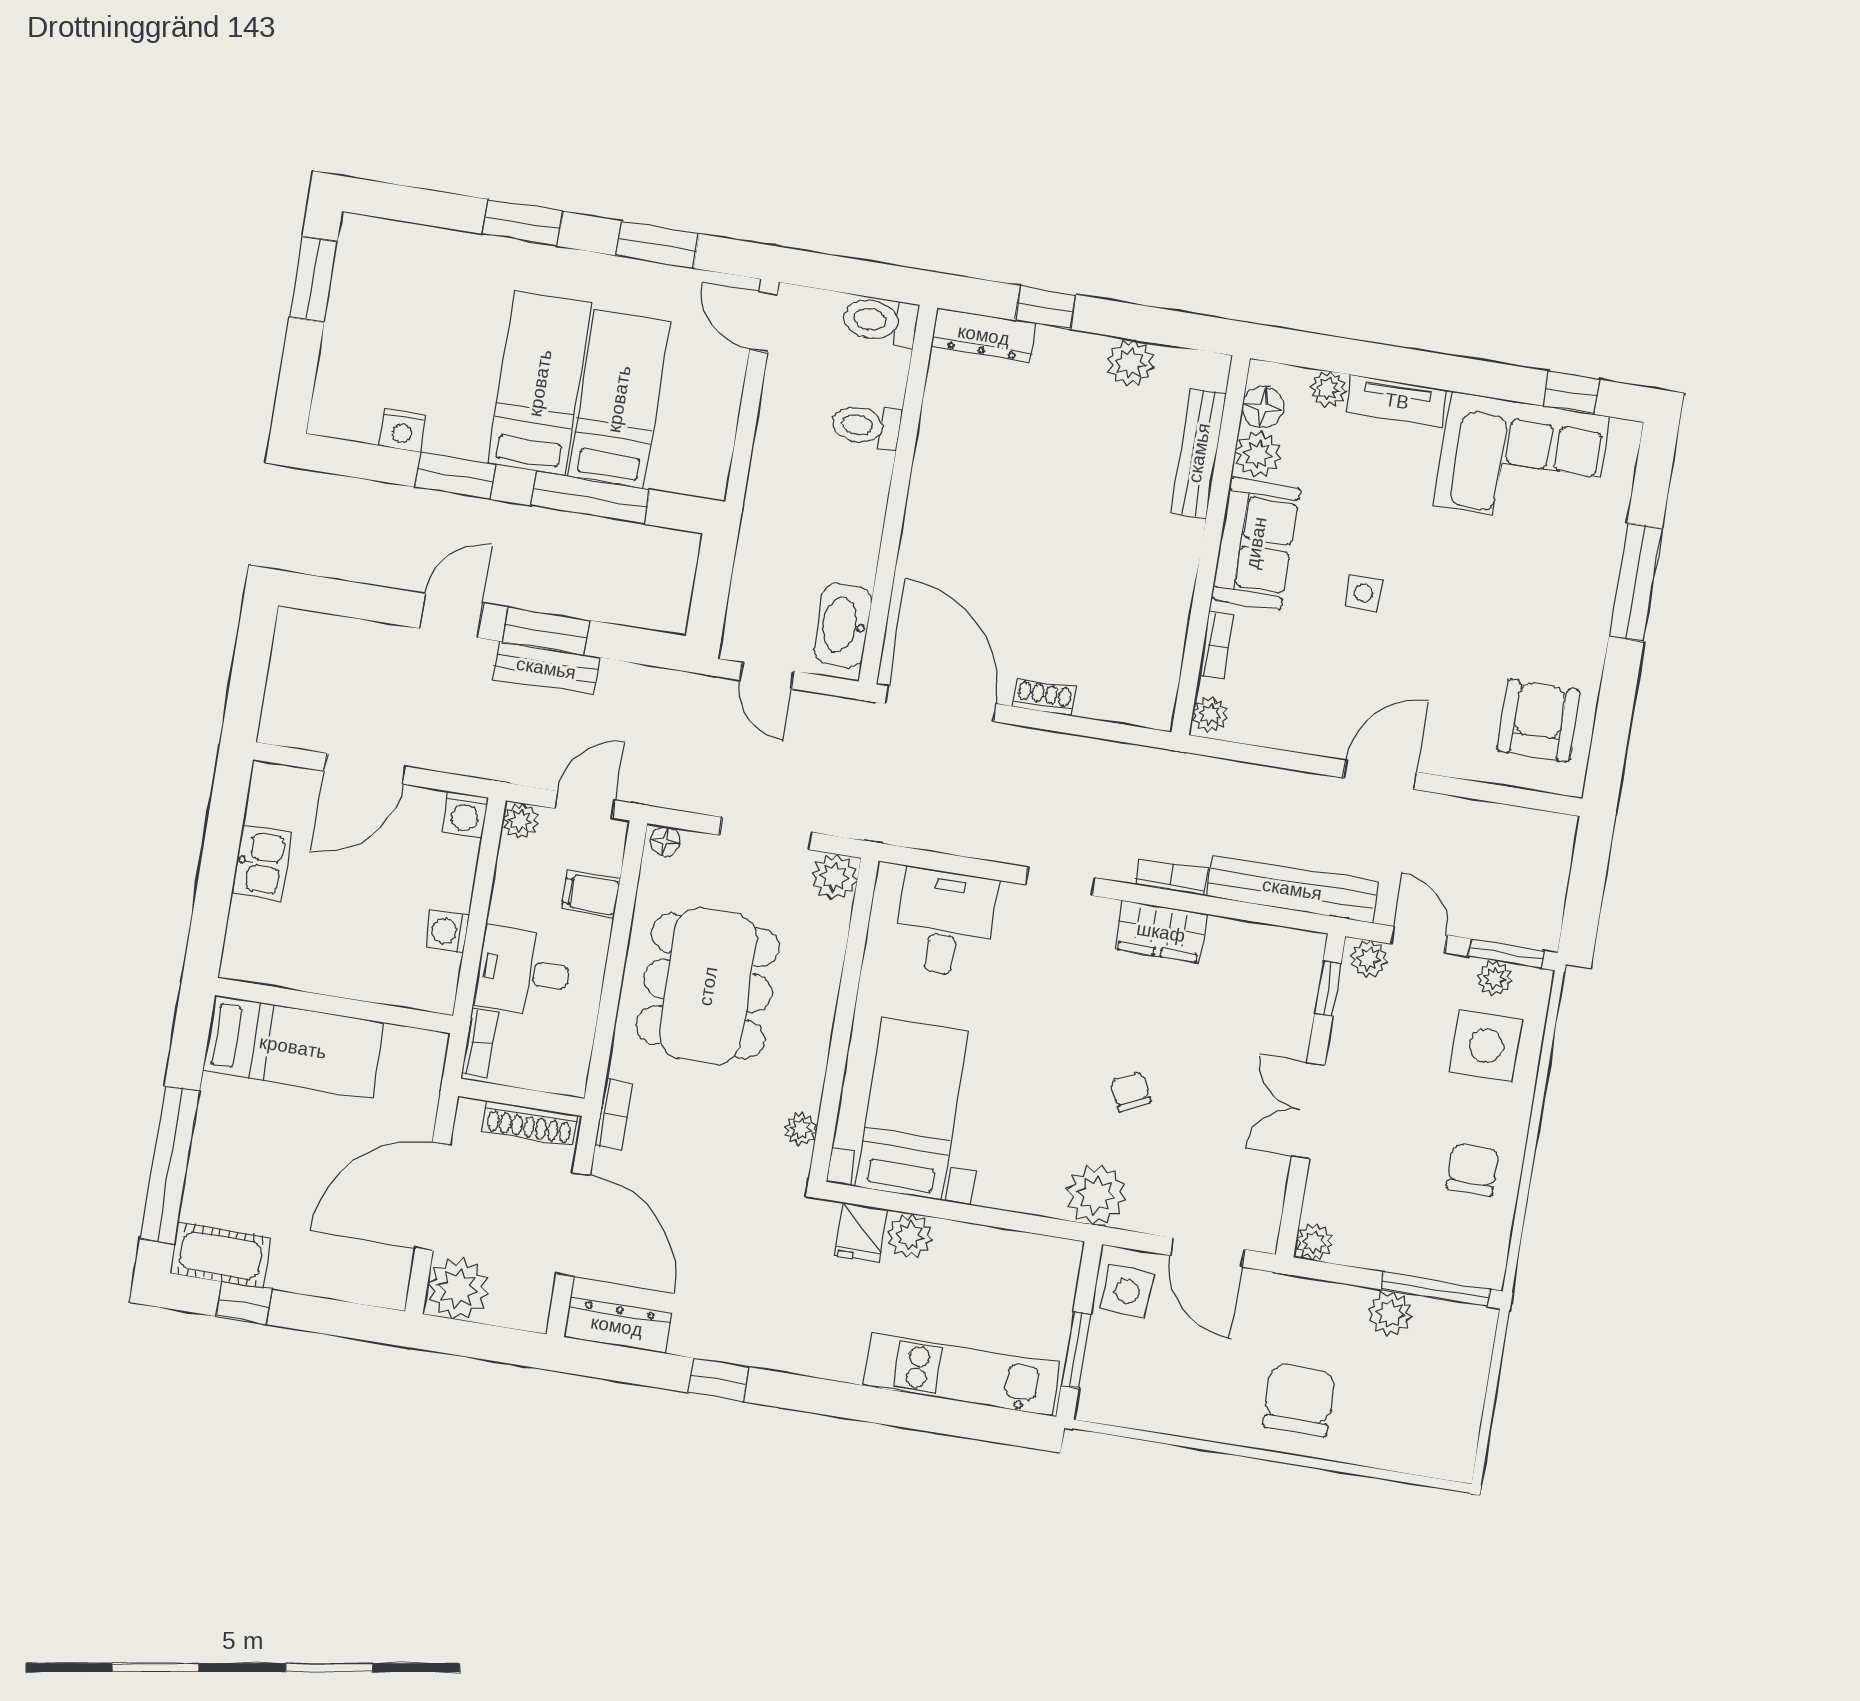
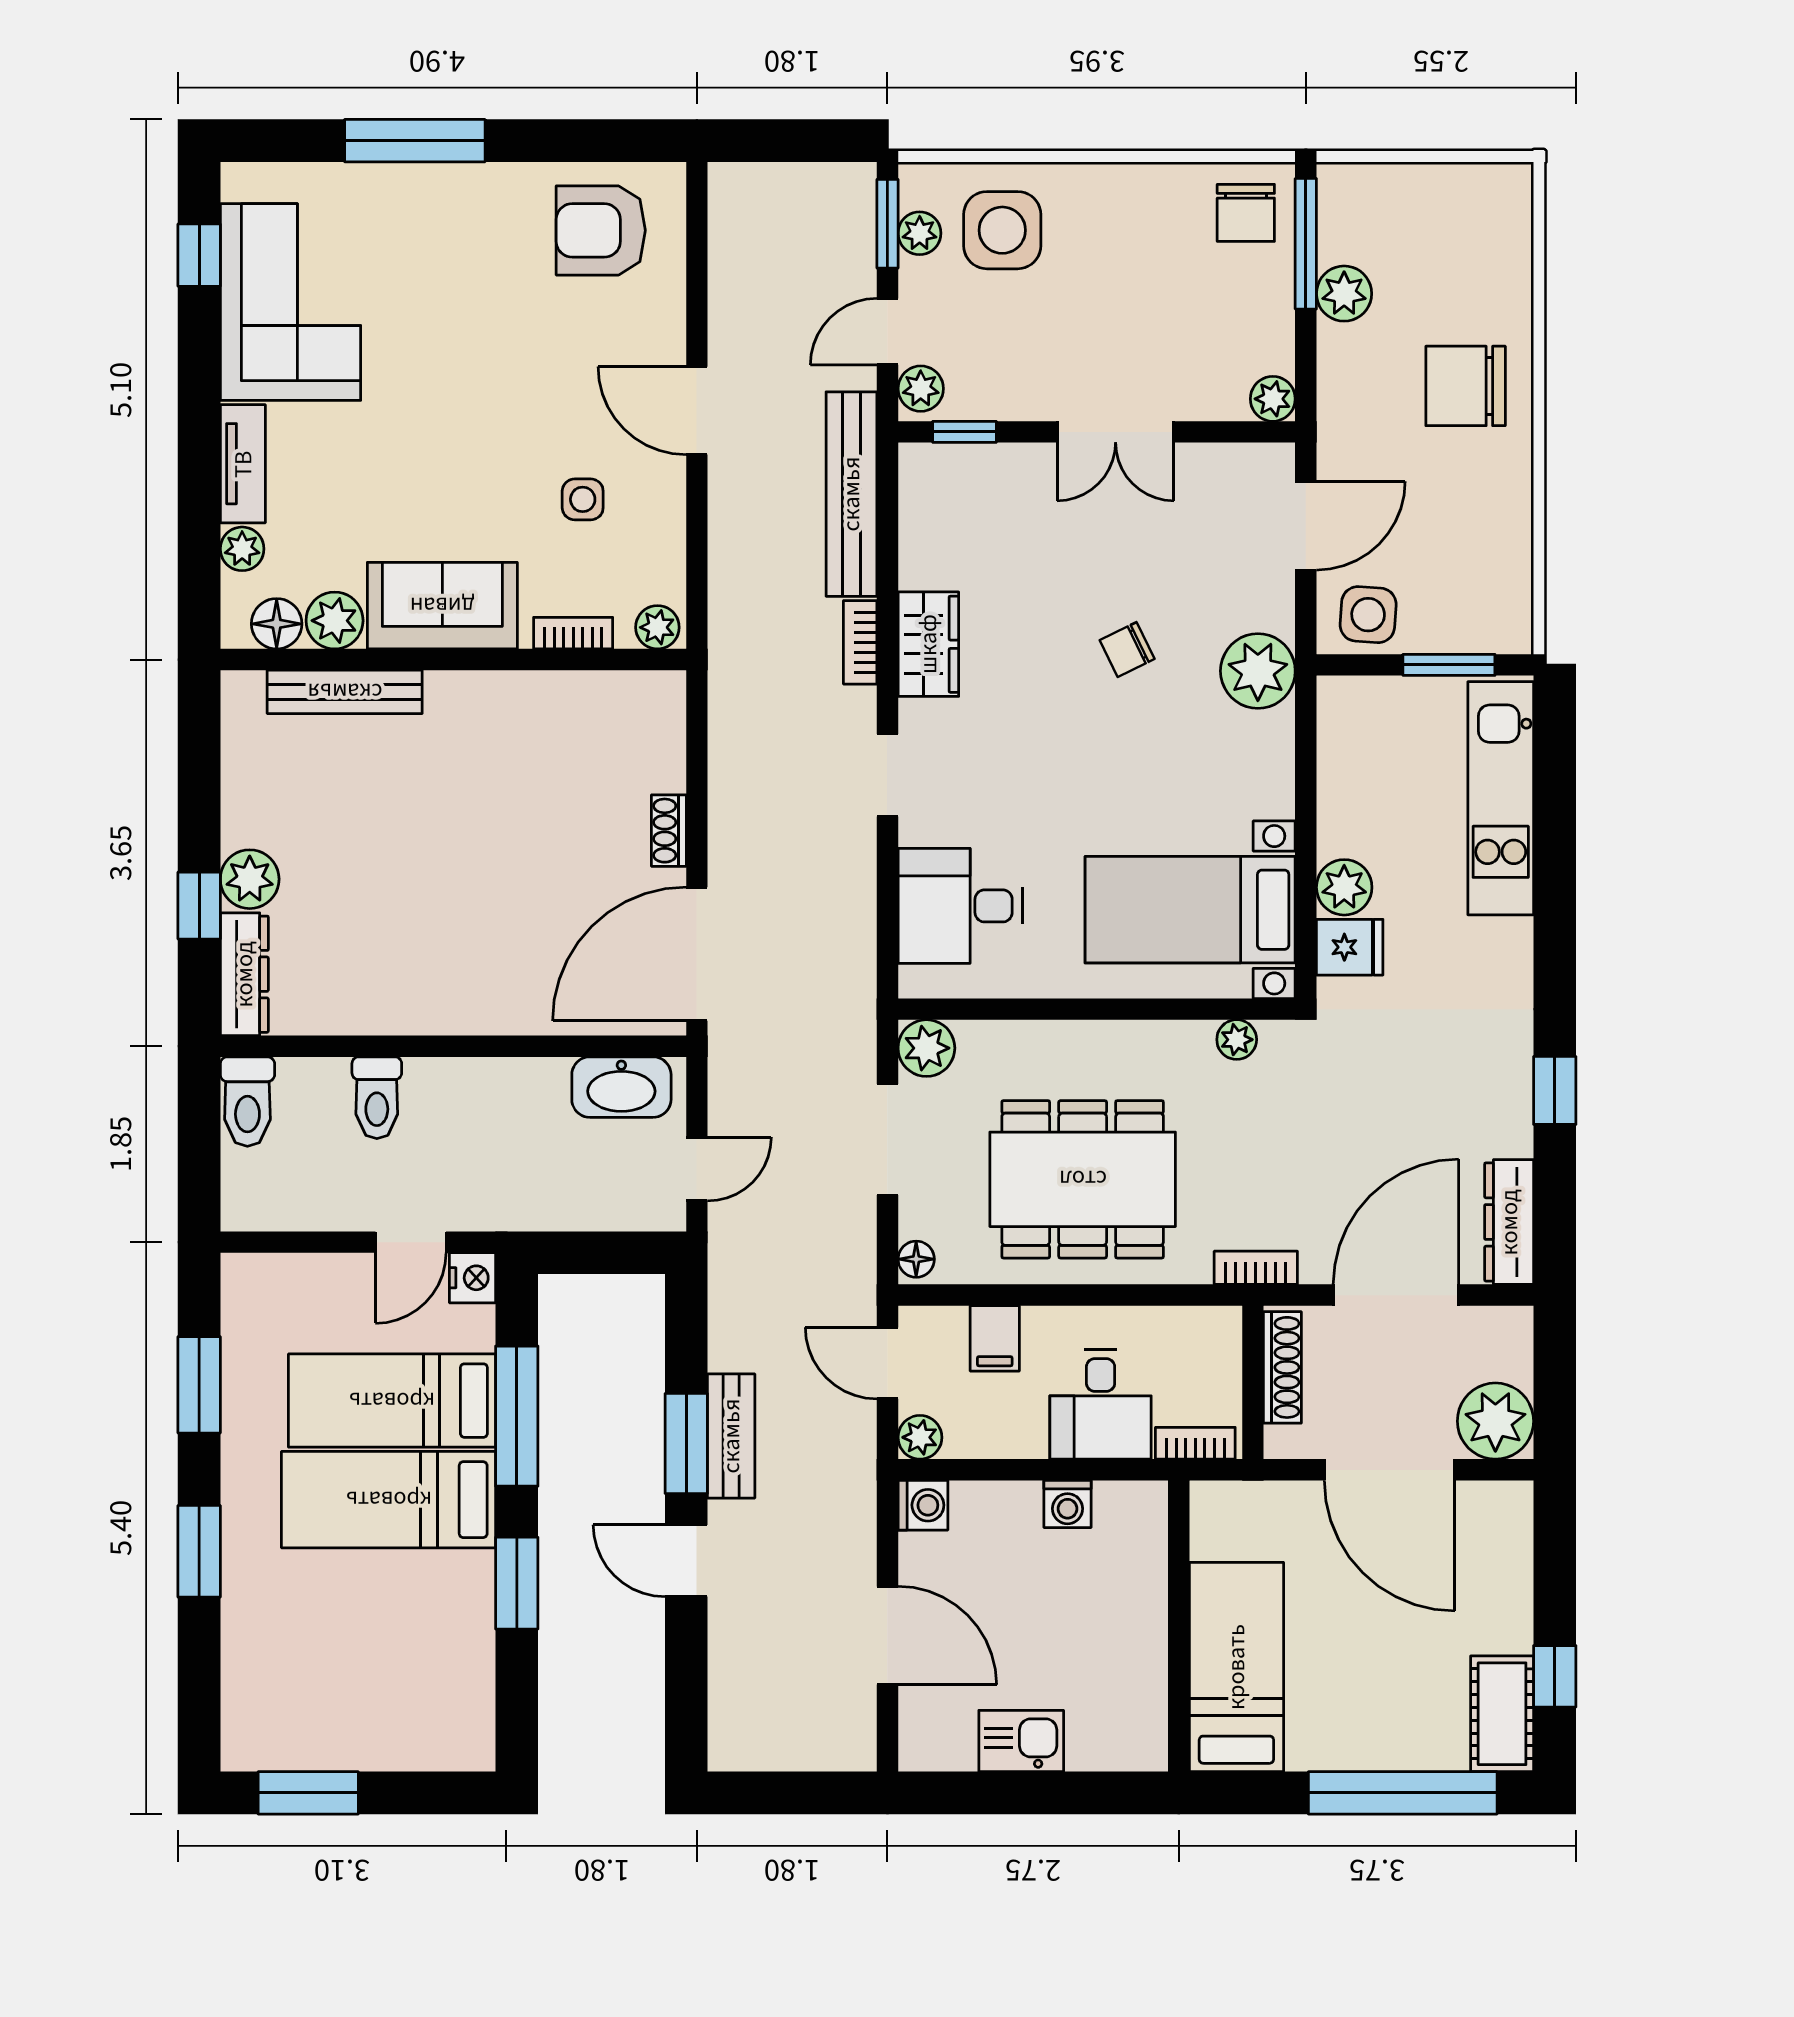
door: (763, 322) -> (411, 1242), moved
plant: (1131, 363) -> (250, 879), moved
nightstand: (402, 430) -> (473, 1278), moved
side table: (1363, 593) -> (583, 499), moved
chair: (1473, 1169) -> (1246, 213), moved, turned -90

